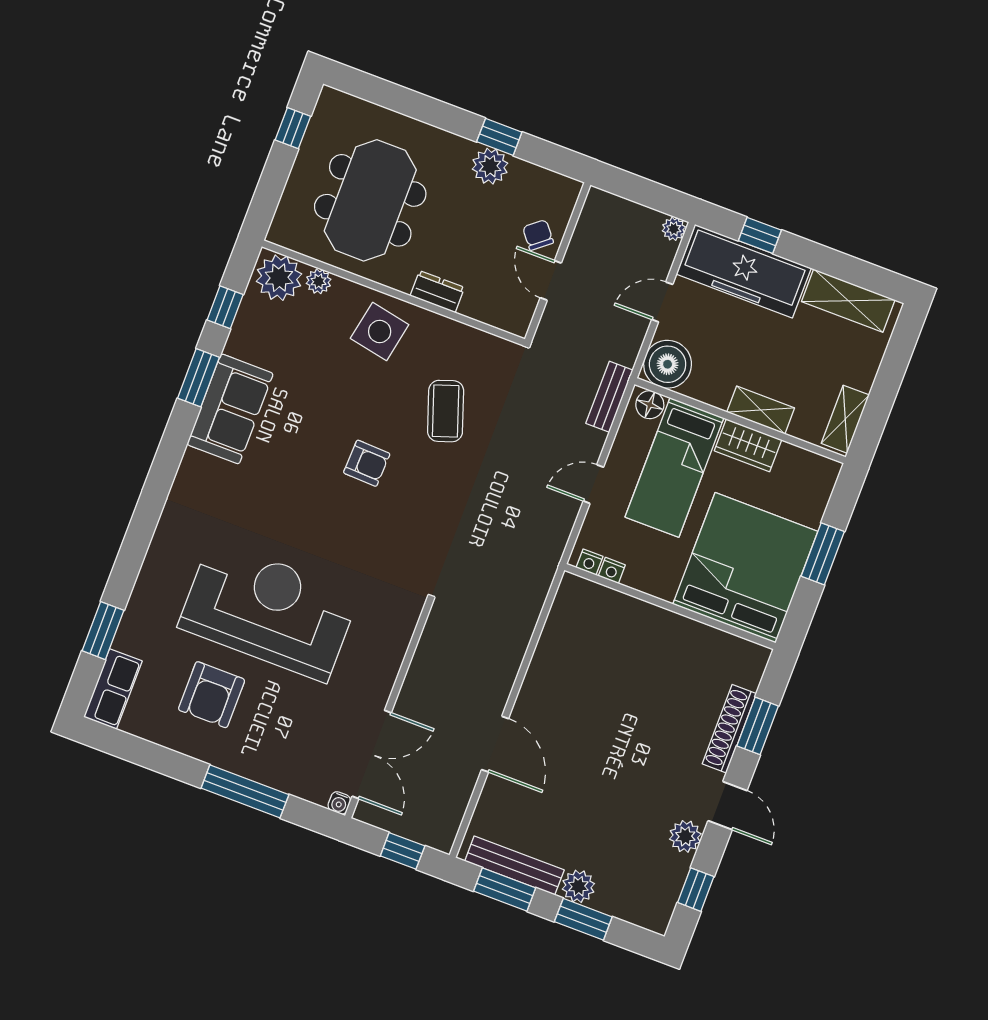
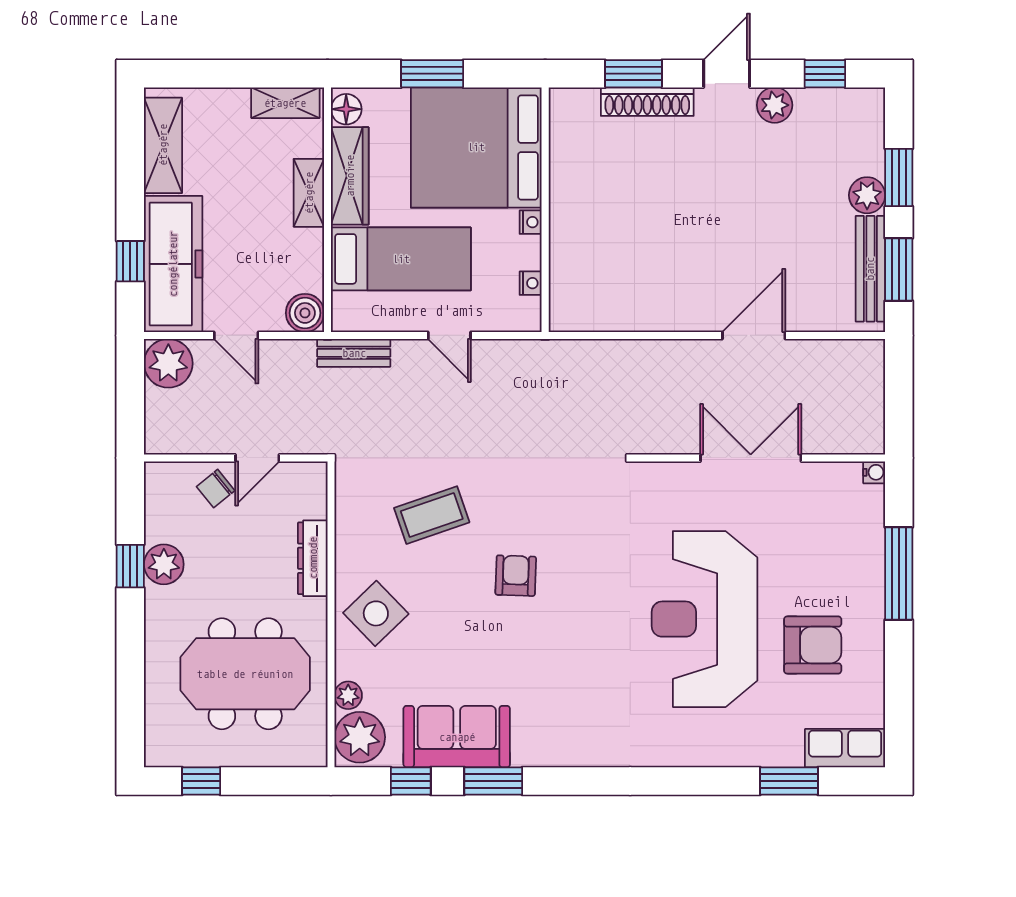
plant: (674, 229) -> (168, 363), width x1.87, depth x1.87
dresser: (437, 292) -> (313, 558), width x1.44
side table: (380, 331) -> (376, 613), turned 35
boiler: (668, 364) -> (305, 313), width x0.73, depth x0.73
floor lamp: (650, 405) -> (346, 109), moved
sofa: (230, 409) -> (457, 737), moved
wardrobe: (748, 445) -> (350, 176), width x1.50
nightstand: (589, 562) -> (531, 222), moved
double door: (372, 754) -> (751, 458), moved
window: (403, 851) -> (899, 389), removed

